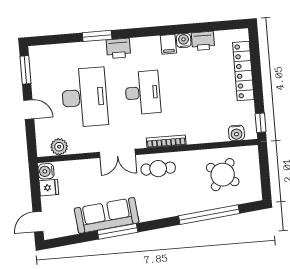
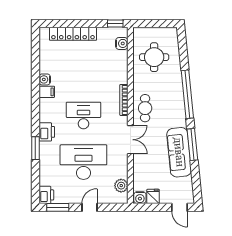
printer: (203, 41) -> (46, 195), moved
round table: (223, 175) -> (154, 57), turned -35
window: (209, 215) -> (187, 94), moved

